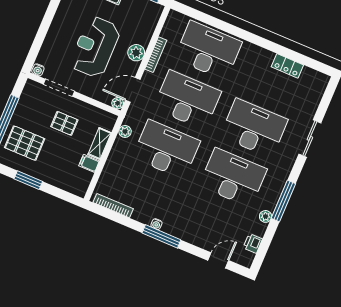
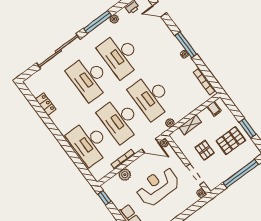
reception desk: (95, 47) -> (158, 186), turned 180
plant: (136, 53) -> (125, 175), moved
sliding door: (310, 138) -> (58, 51), width x1.86
pallet: (25, 143) -> (231, 141), moved, turned 90
filing cabinet: (89, 163) -> (214, 109), moved

